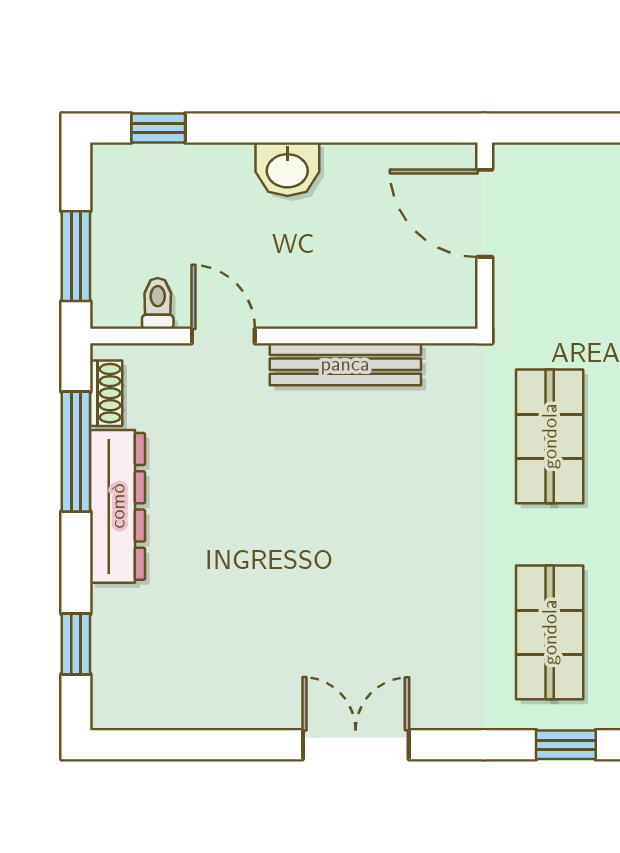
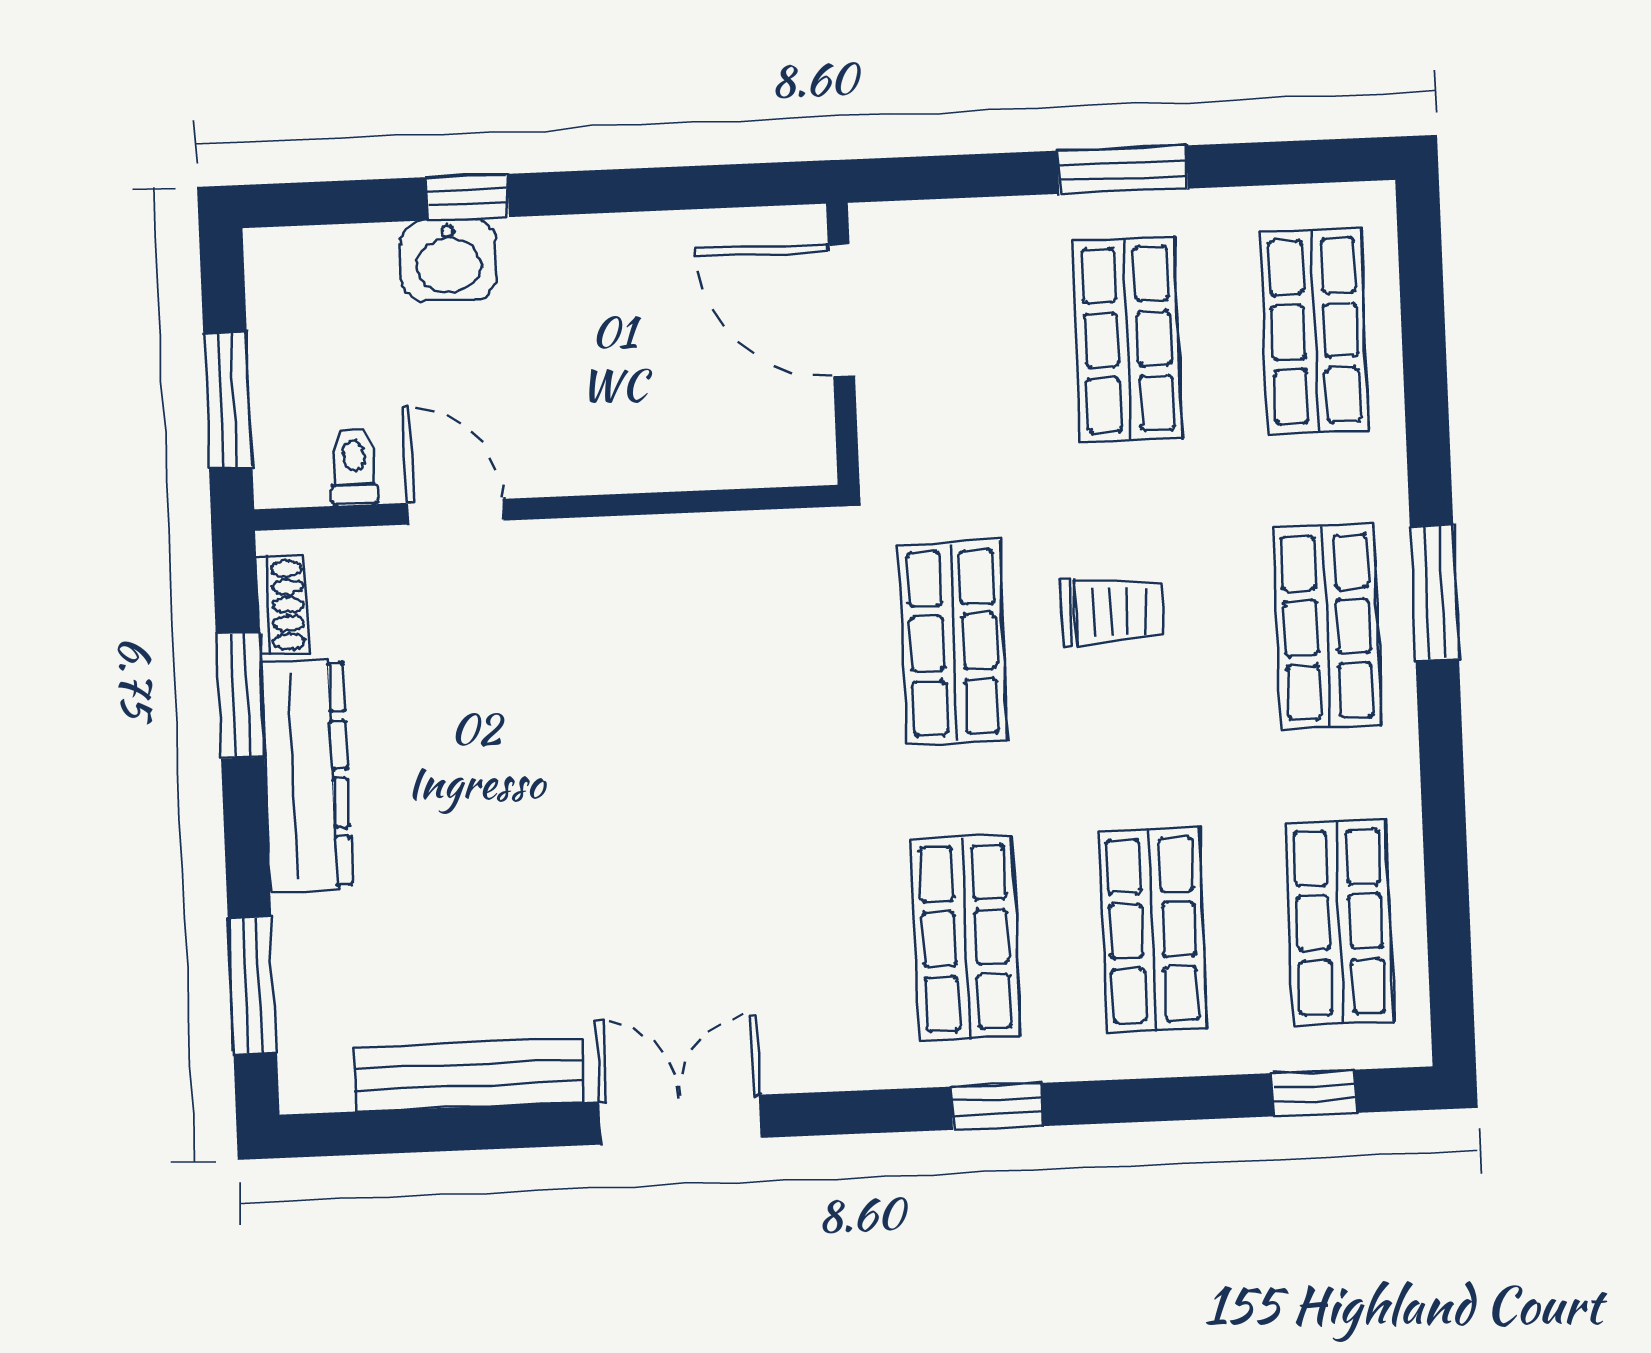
window: (158, 128) -> (467, 197), moved
washbasin: (287, 169) -> (449, 260), moved
bench: (345, 364) -> (469, 1075), moved
window: (76, 452) -> (240, 695), width x0.69
window: (76, 644) -> (252, 985), width x1.50

